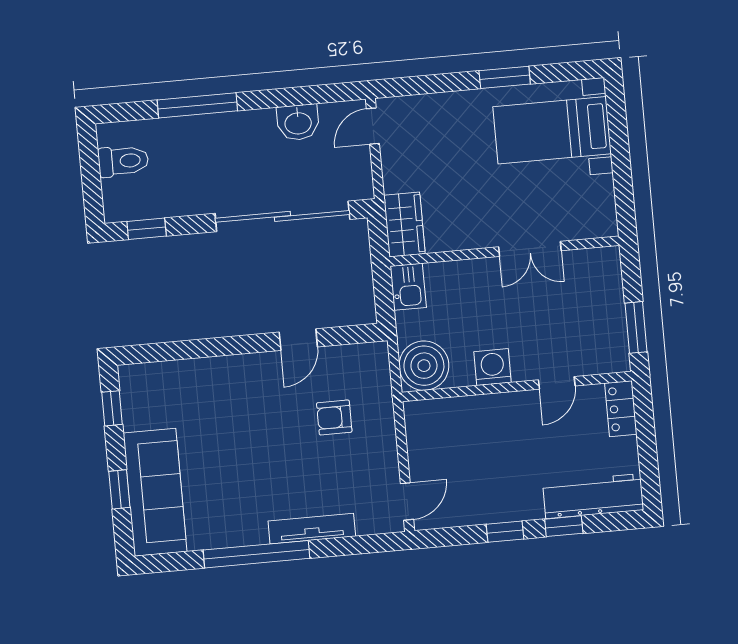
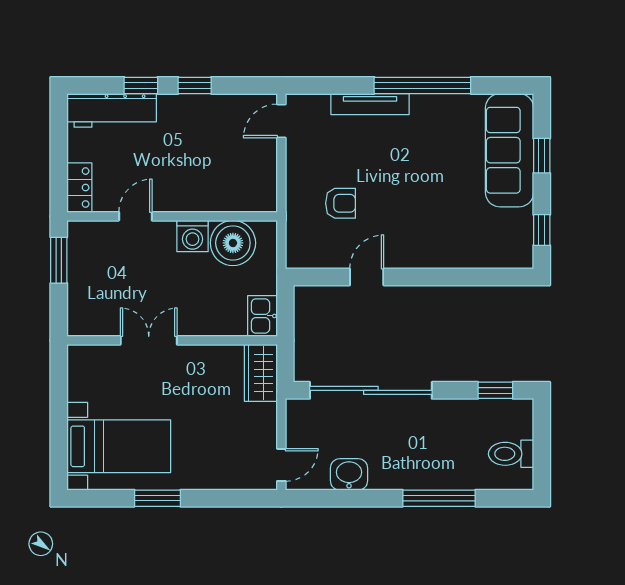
boiler: (424, 366) -> (233, 243), moved

